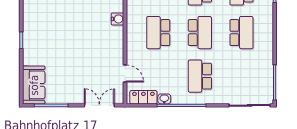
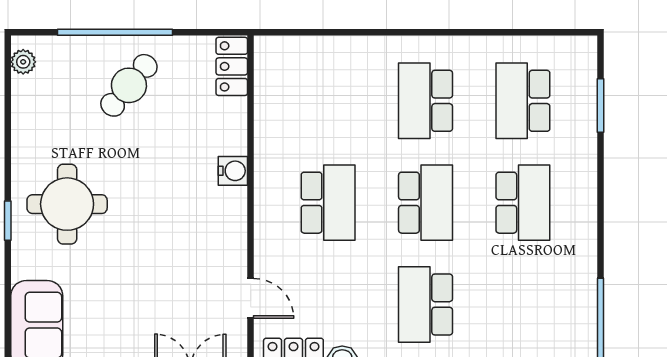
round table: (47, 33) -> (67, 204), added
school desk: (158, 33) -> (328, 203), turned 180

